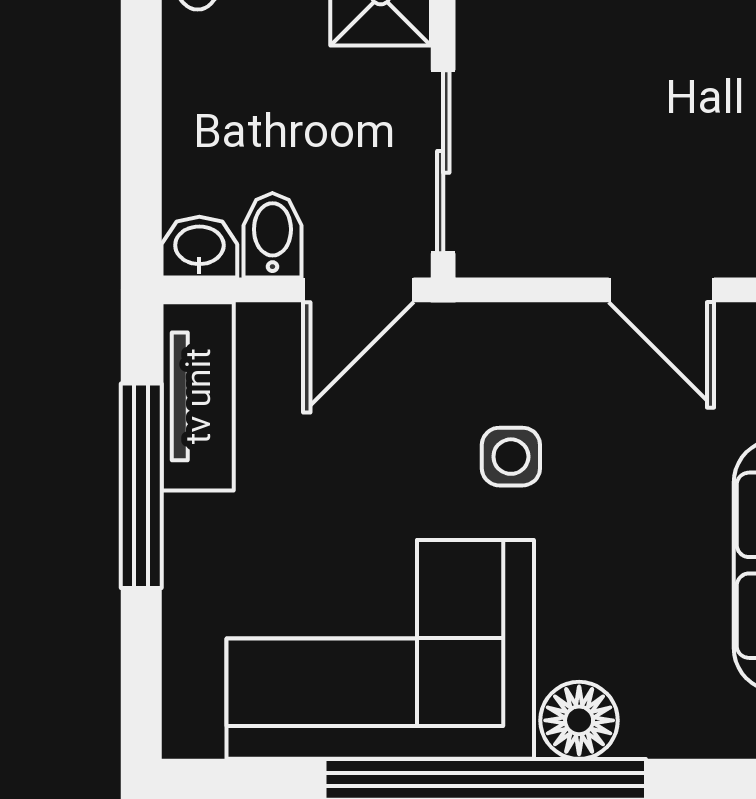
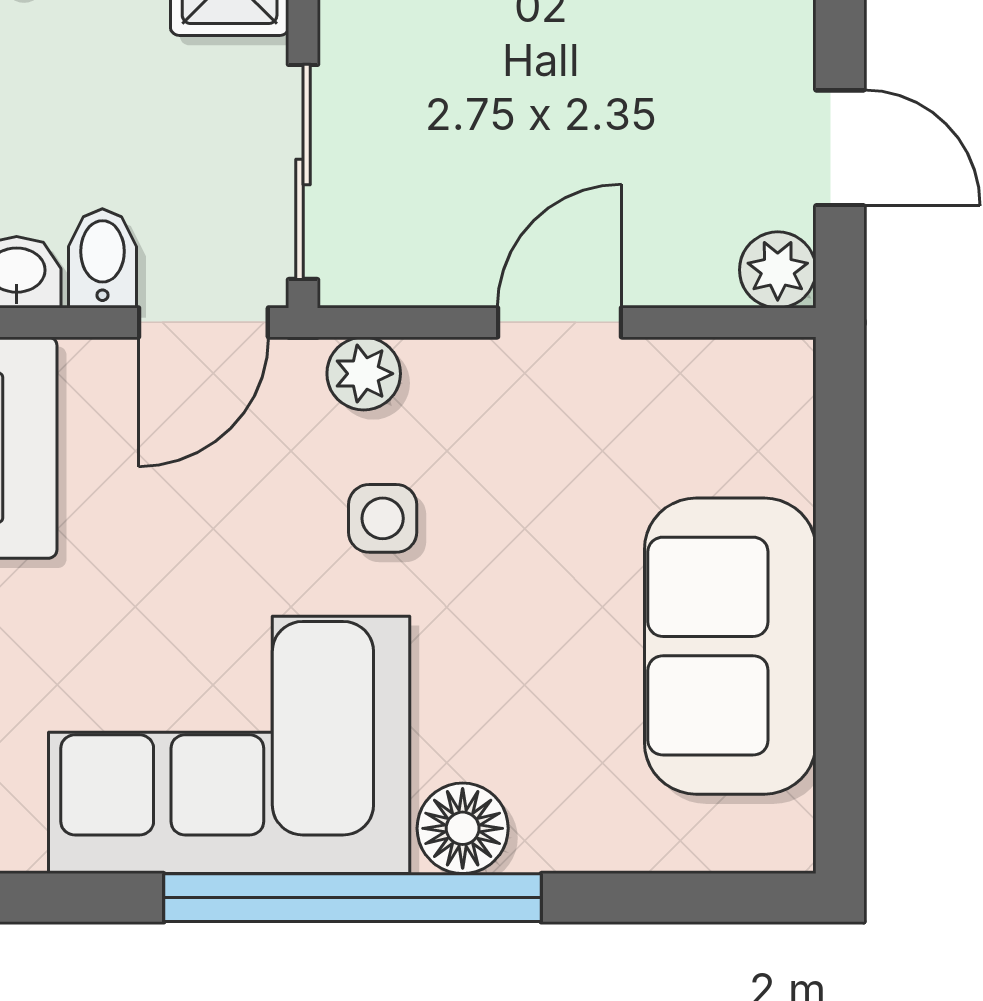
door: (661, 290) -> (559, 322), swing flipped
plant: (495, 333) -> (364, 374), added

